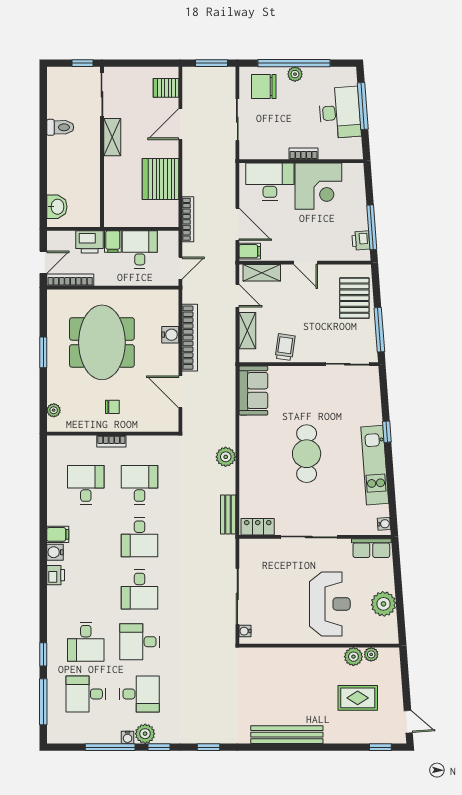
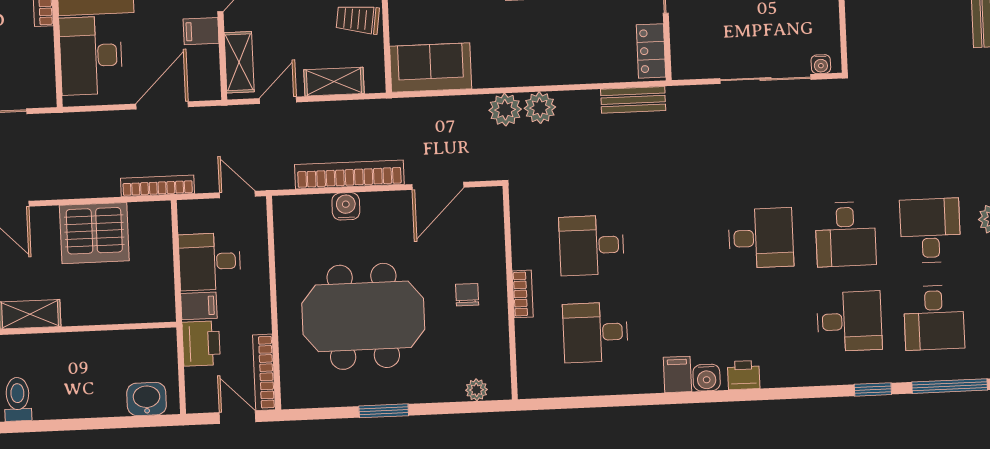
filing cabinet: (250, 251) -> (201, 31), moved, turned -90
plant: (225, 435) -> (505, 110), added
desk: (140, 537) -> (676, 242), removed

